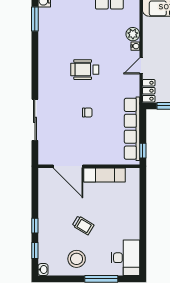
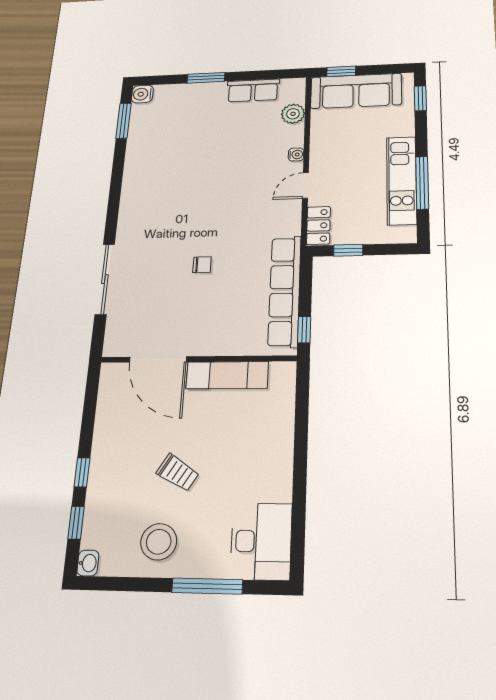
plant: (133, 34) -> (293, 114), moved
wheelchair: (85, 70) -> (203, 195), removed

